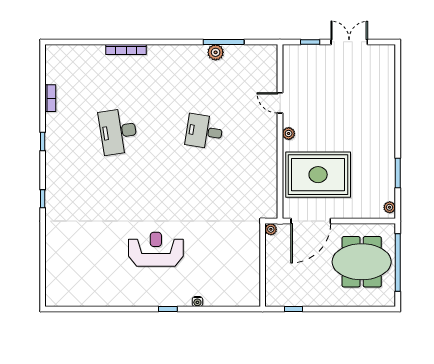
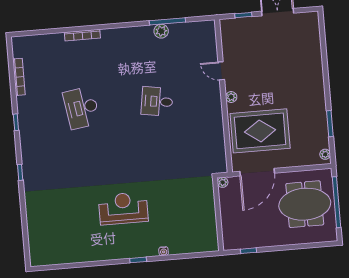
bookcase: (50, 98) -> (19, 77), width x1.56

